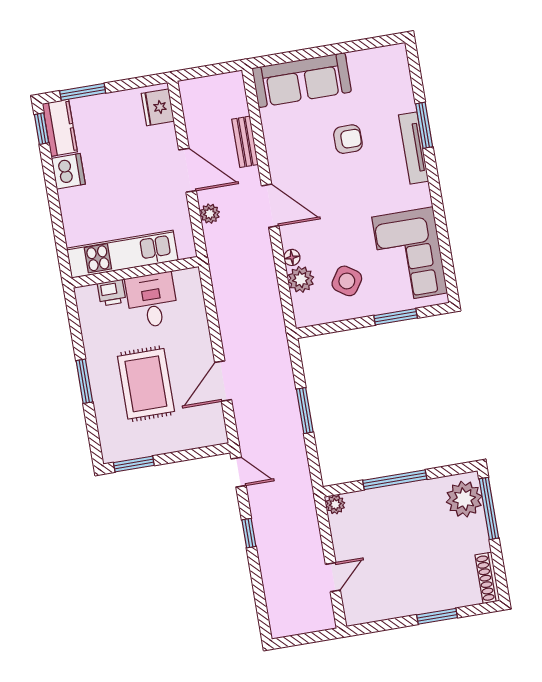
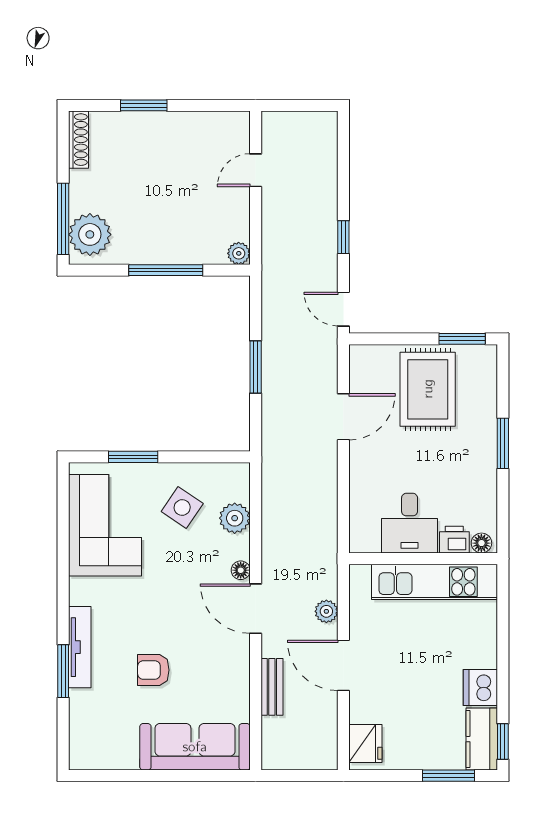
floor lamp: (292, 257) -> (241, 570), moved
floor lamp: (88, 294) -> (481, 543), added
rug: (146, 384) -> (428, 389), moved

